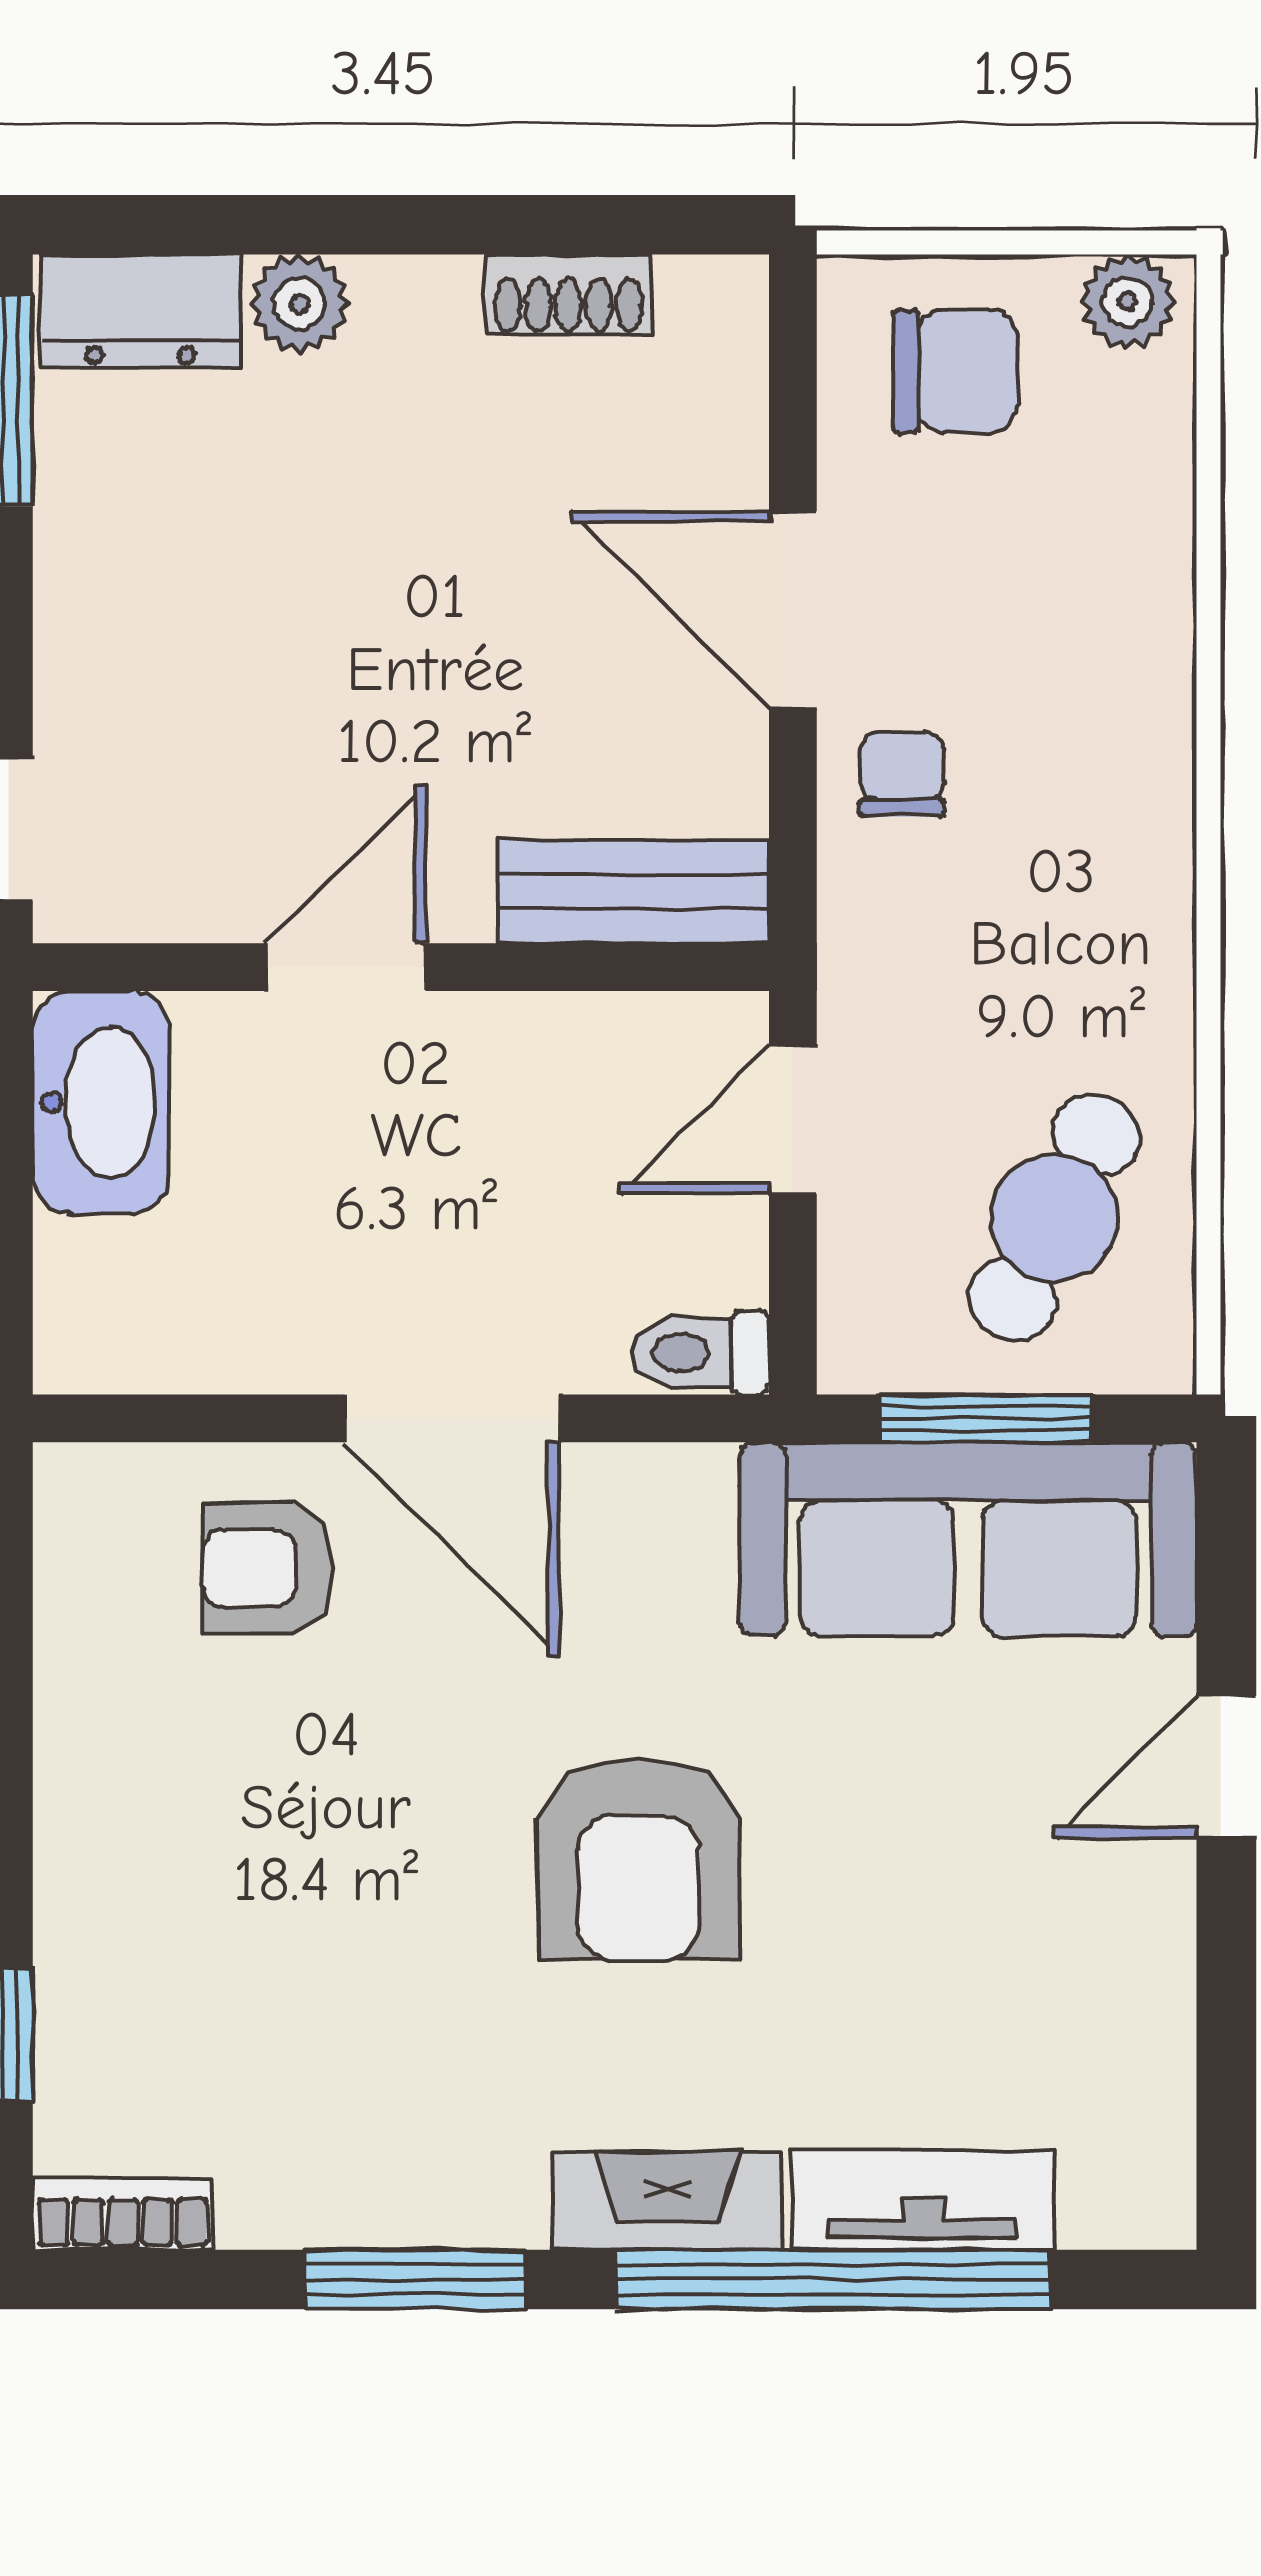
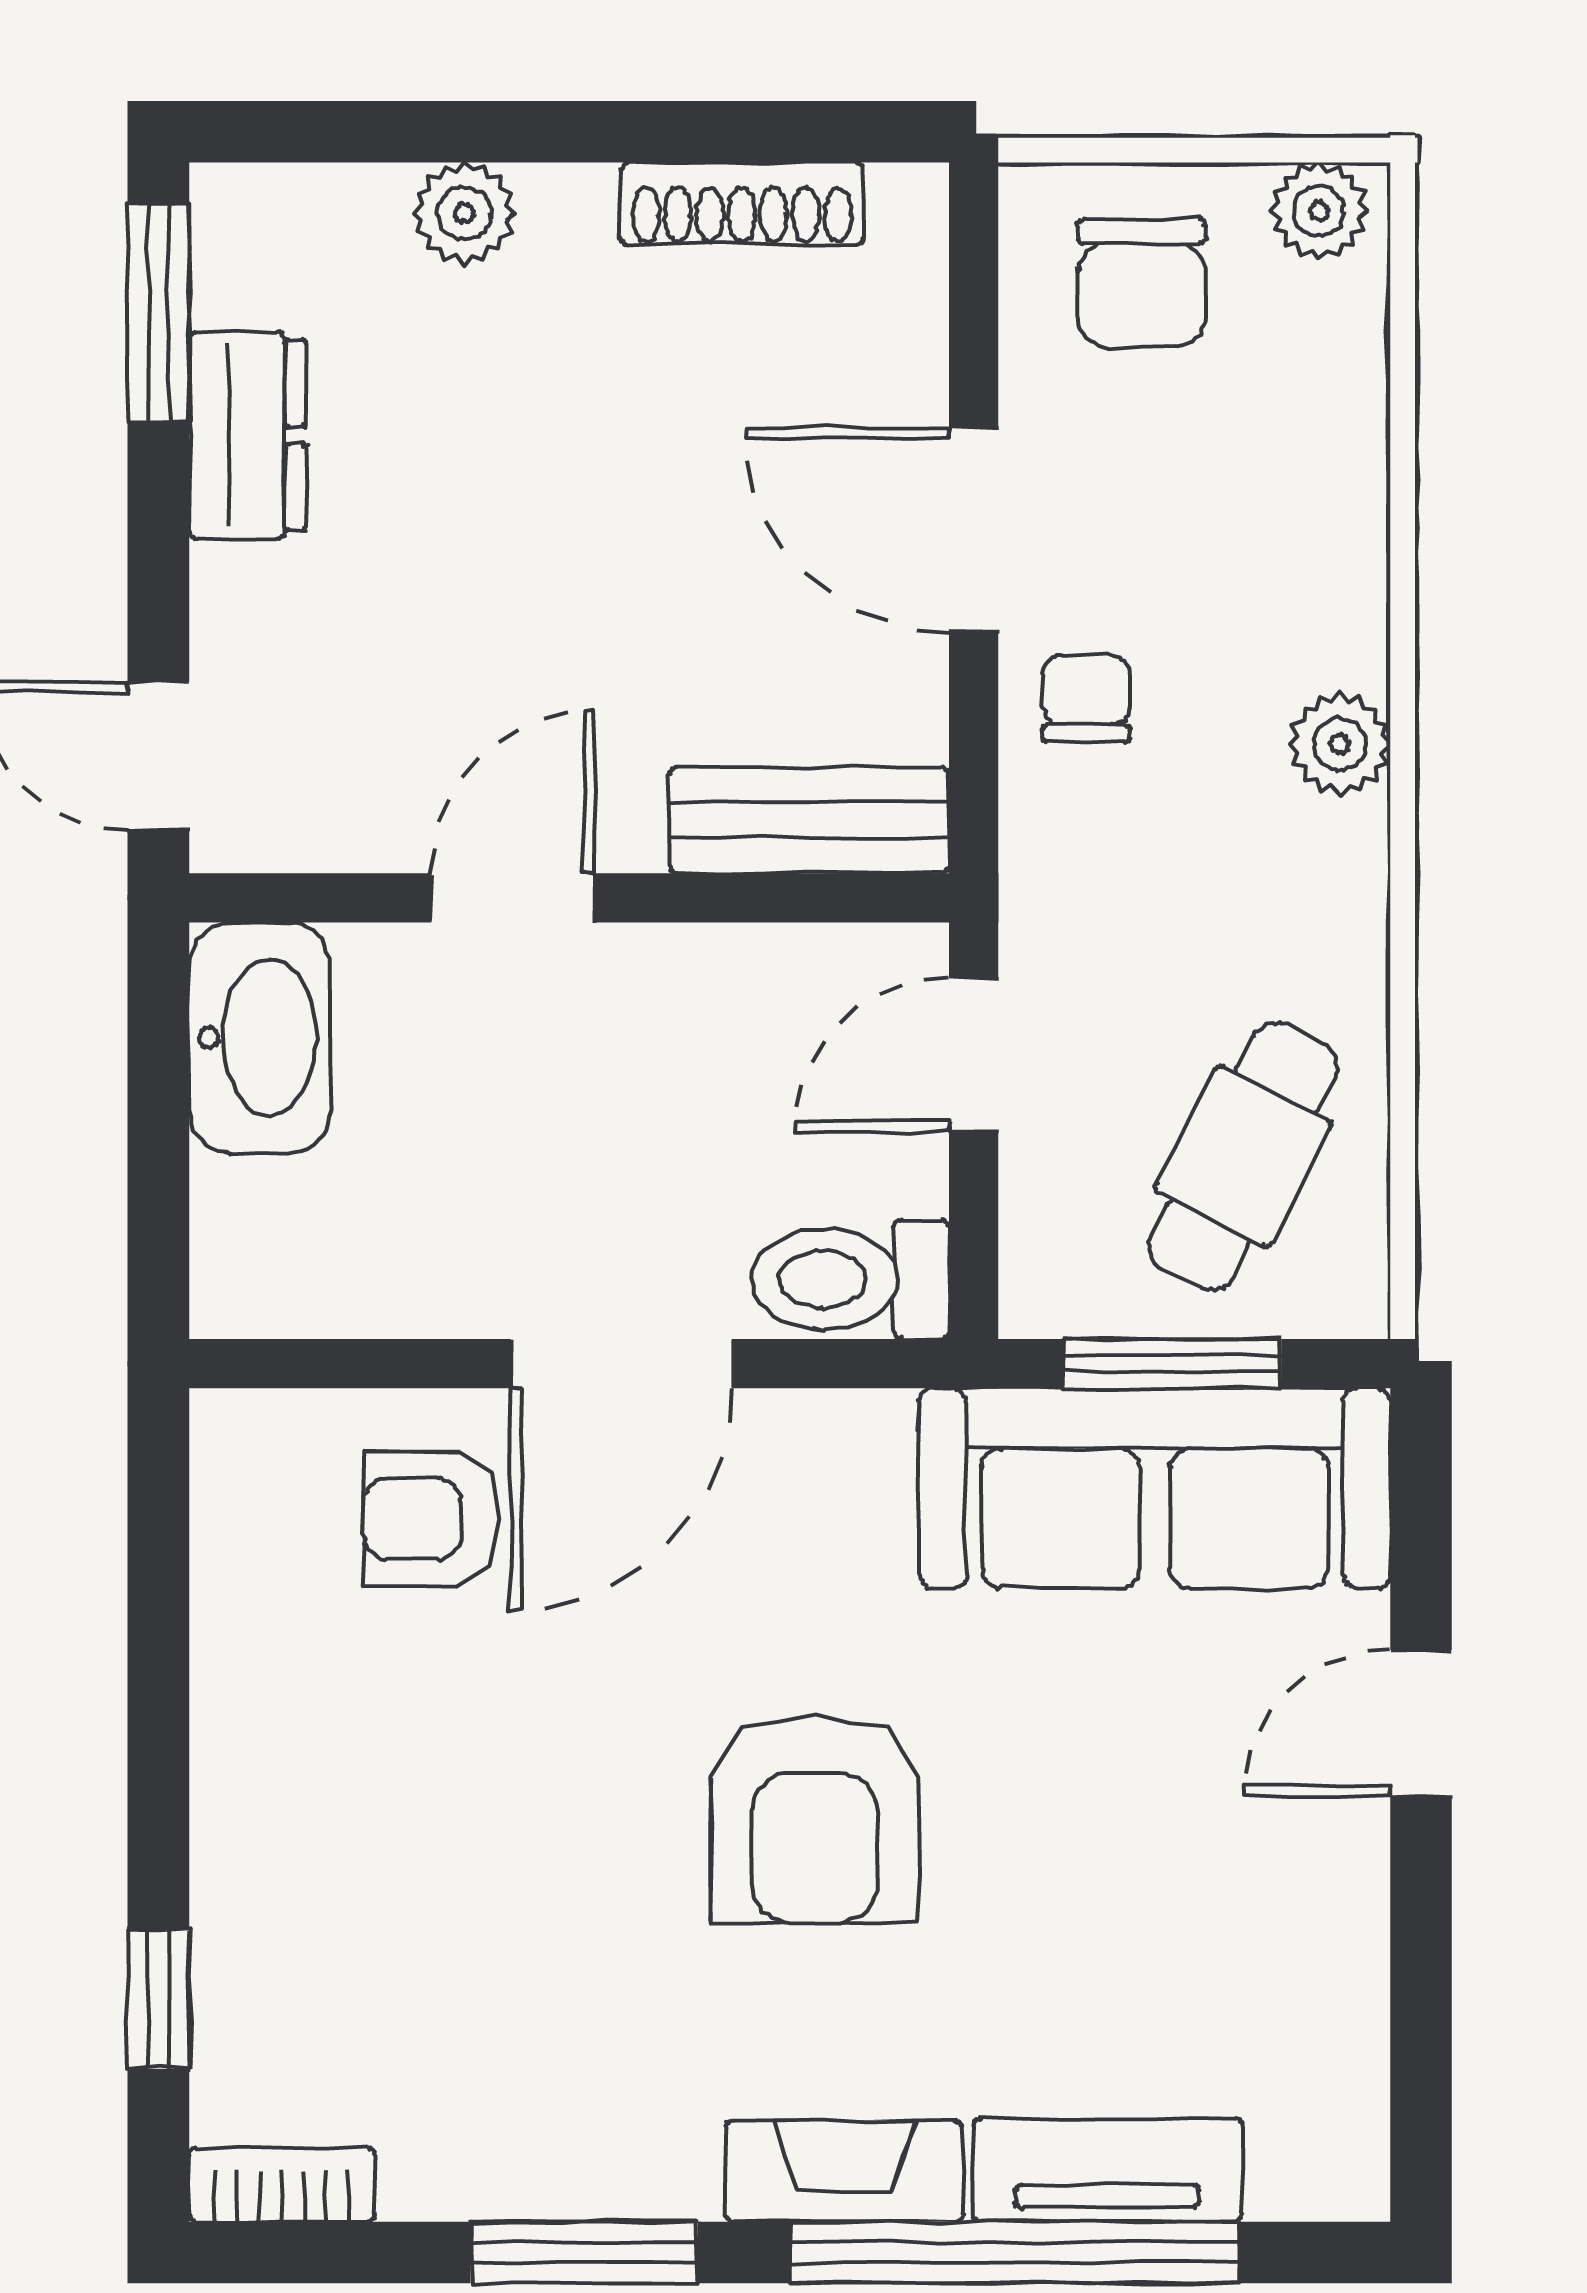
shoe rack: (568, 295) -> (742, 204), width x1.43
dresser: (140, 311) -> (247, 435), moved, turned -90
chair: (956, 371) -> (1142, 283), turned 90
plant: (1148, 818) -> (1340, 744), added
toilet: (700, 1352) -> (850, 1279), width x1.37, depth x1.39
door: (451, 1418) -> (621, 1364), hinge flipped

